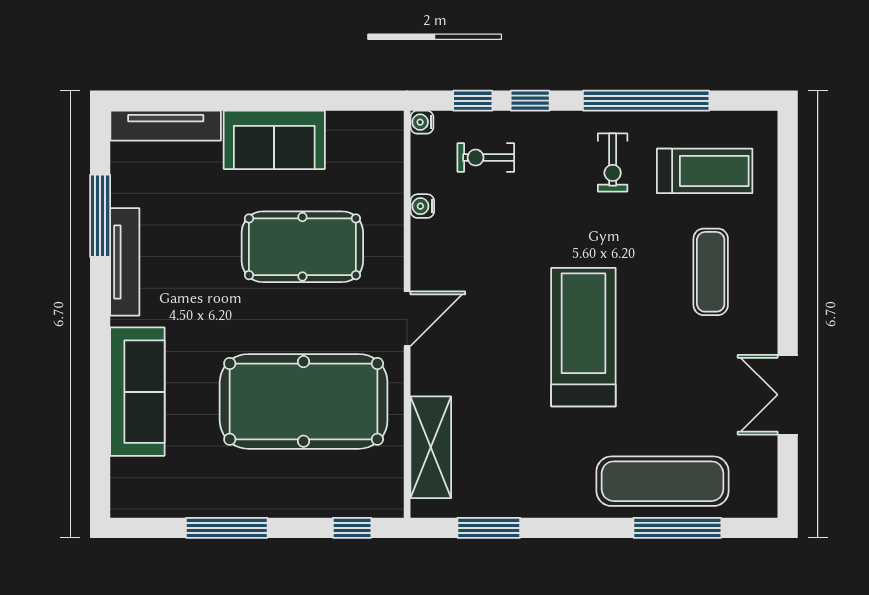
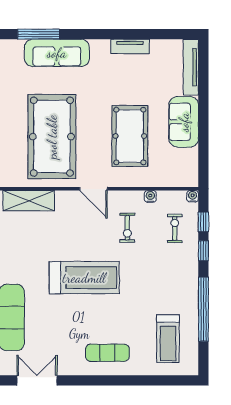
exercise bike: (613, 162) -> (127, 228), moved, turned -90
window: (100, 216) -> (39, 34), moved
tv unit: (125, 262) -> (130, 46), width x0.71
exercise mat: (711, 272) -> (107, 353), moved
double door: (788, 395) -> (37, 380), moved

